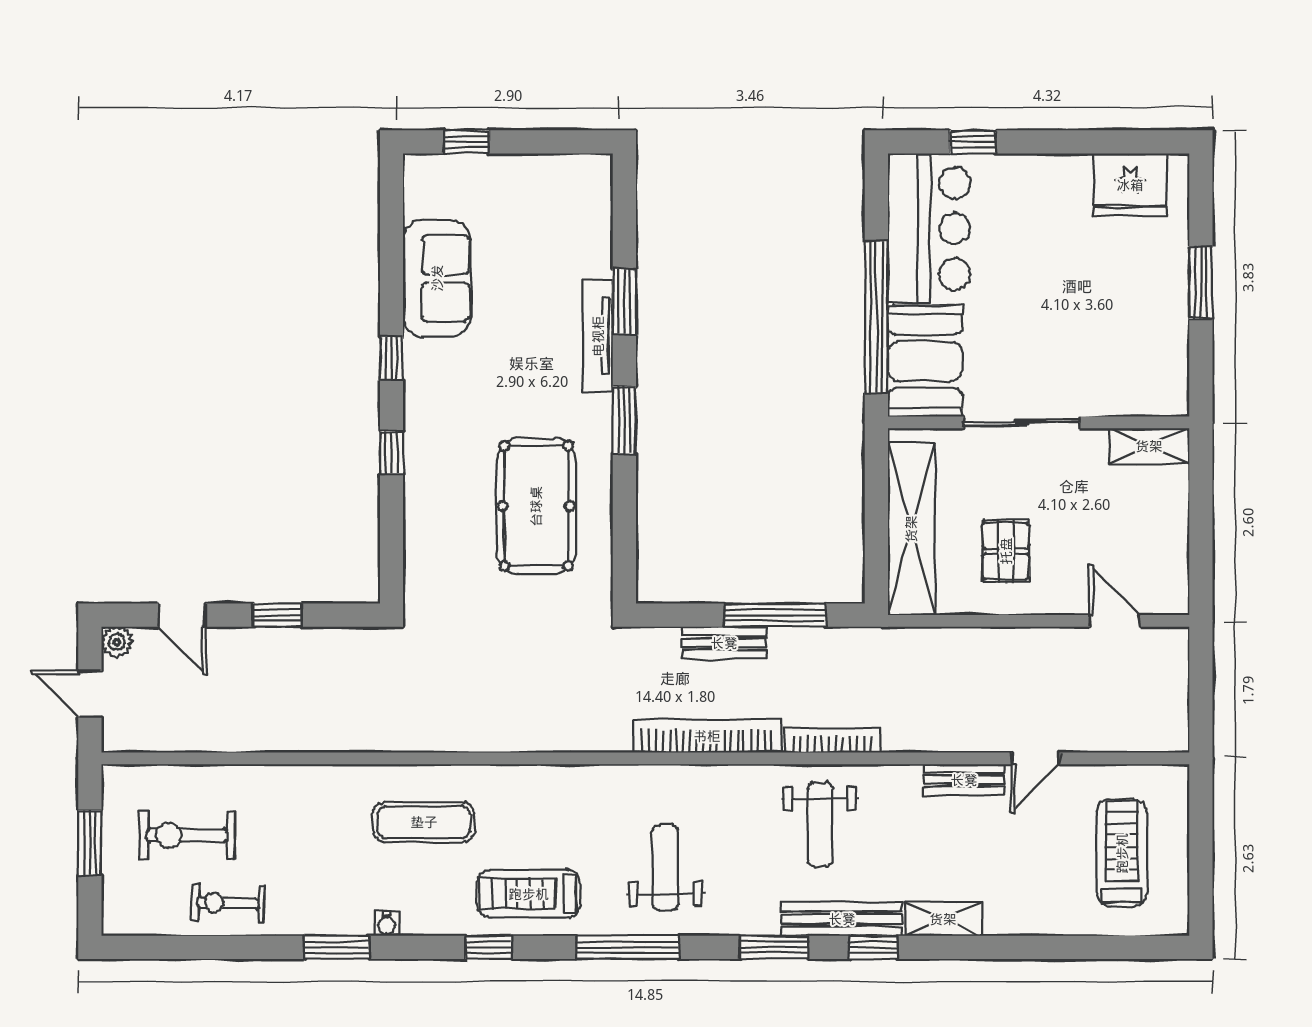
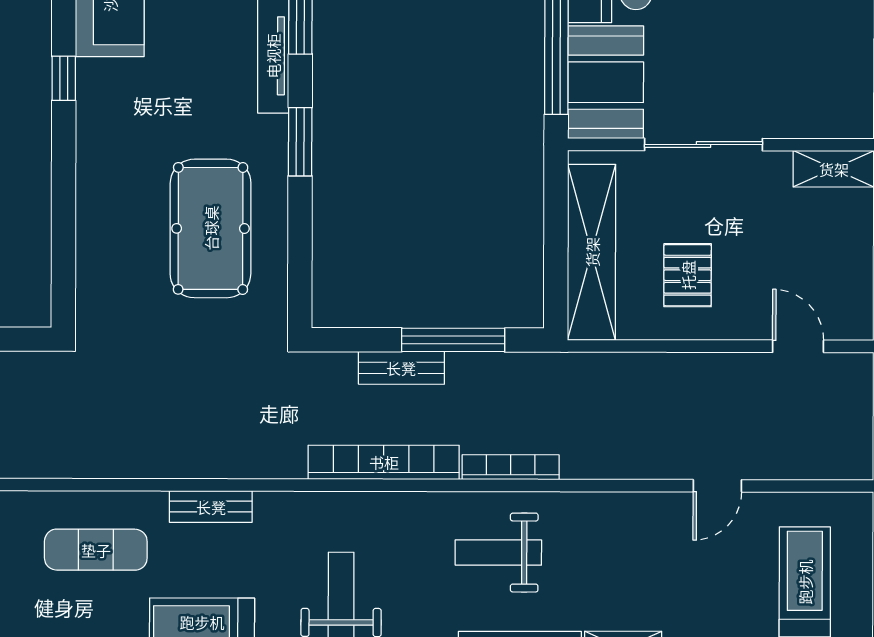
window: (391, 452) -> (64, 174), removed
bench: (964, 780) -> (211, 507), moved
weight bench: (820, 824) -> (498, 553), turned 90

